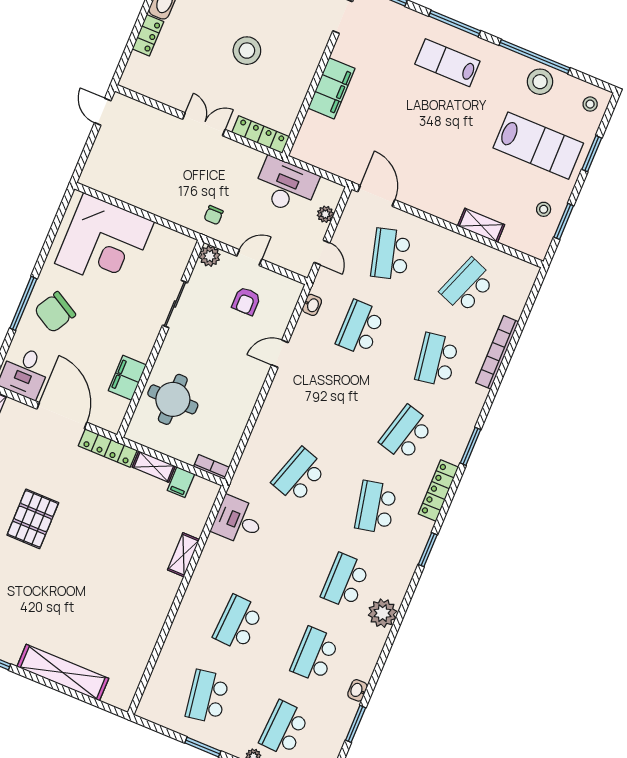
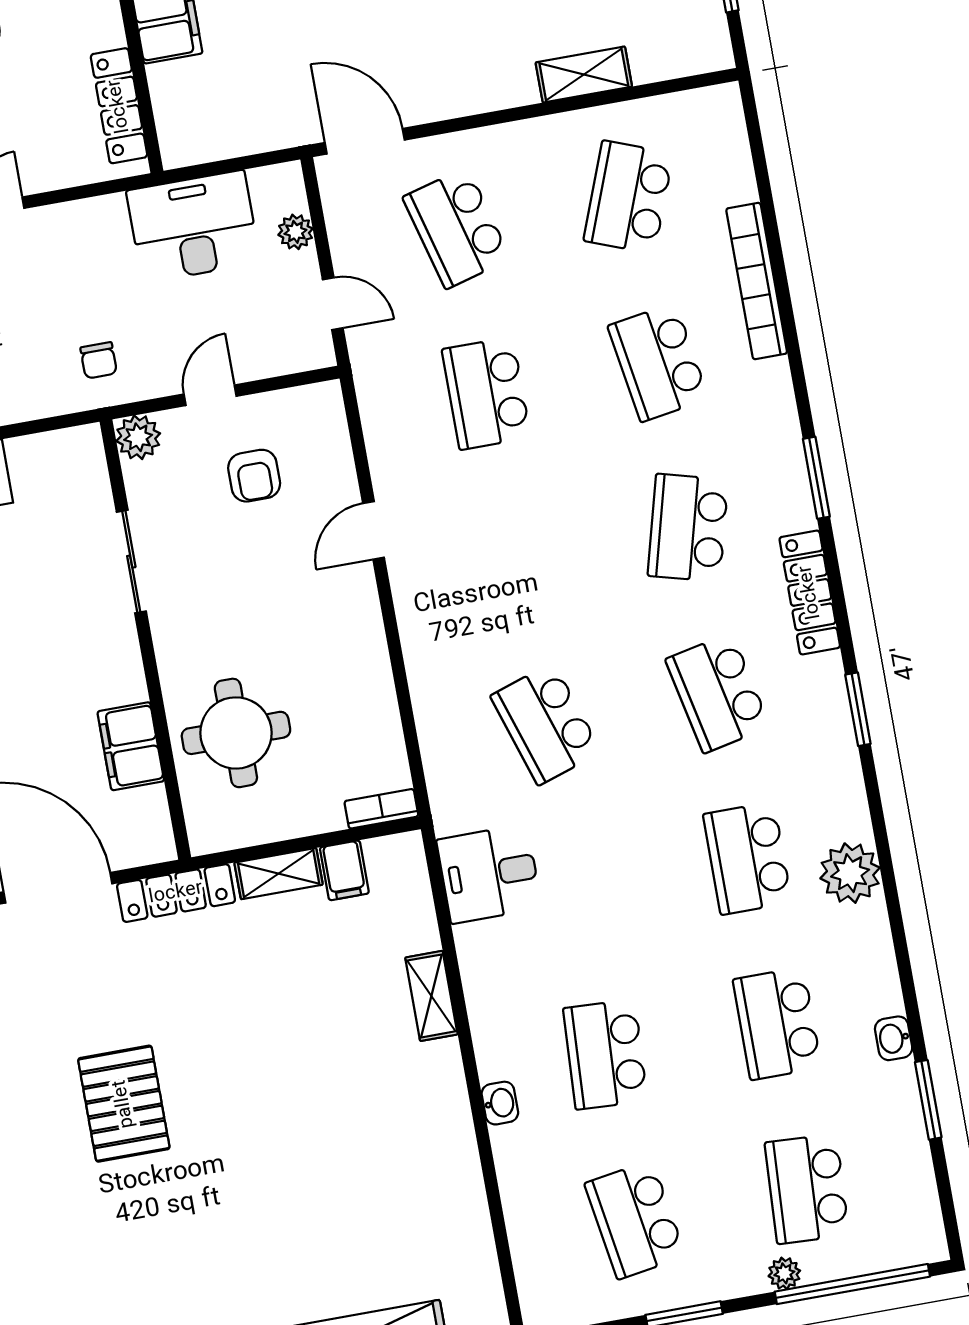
locker: (260, 135) -> (119, 106), moved, turned -90
washbasin: (312, 305) -> (500, 1103), moved
school desk: (299, 475) -> (546, 724), turned -36

